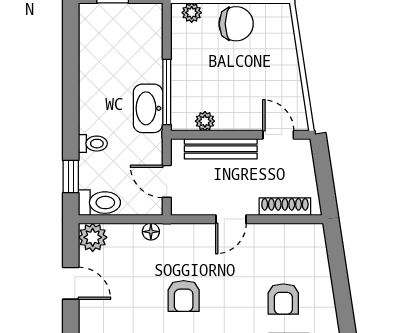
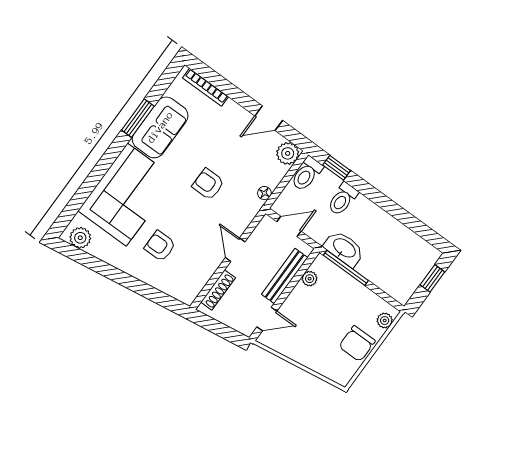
toilet: (93, 144) -> (343, 199), width x1.37, depth x1.39

